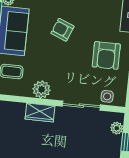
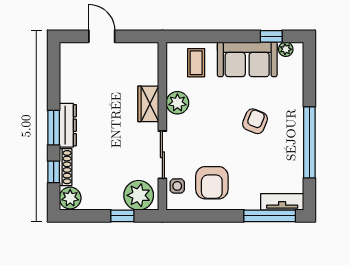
armchair: (106, 55) -> (212, 183), moved, turned -90
plant: (117, 128) -> (139, 195), width x1.88, depth x1.88

